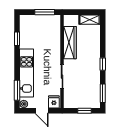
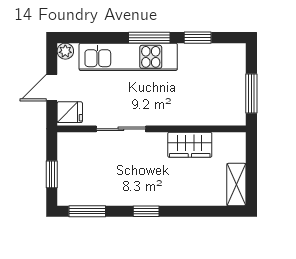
wardrobe: (70, 43) -> (190, 145), width x0.67
window: (17, 90) -> (149, 38), moved

